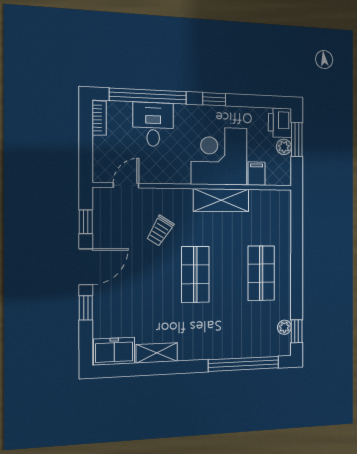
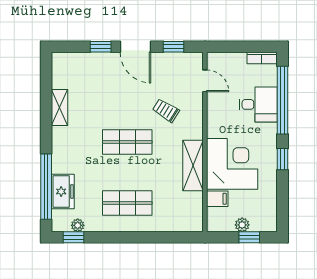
printer: (280, 123) -> (264, 221), removed
window: (297, 139) -> (249, 237), width x0.67
freezer: (114, 351) -> (63, 191), moved

